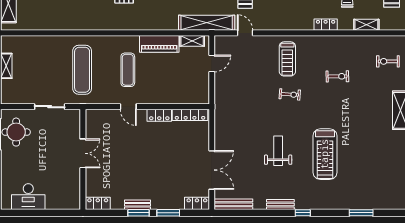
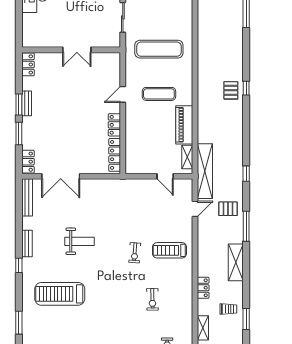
treadmill: (325, 154) -> (60, 294), moved

